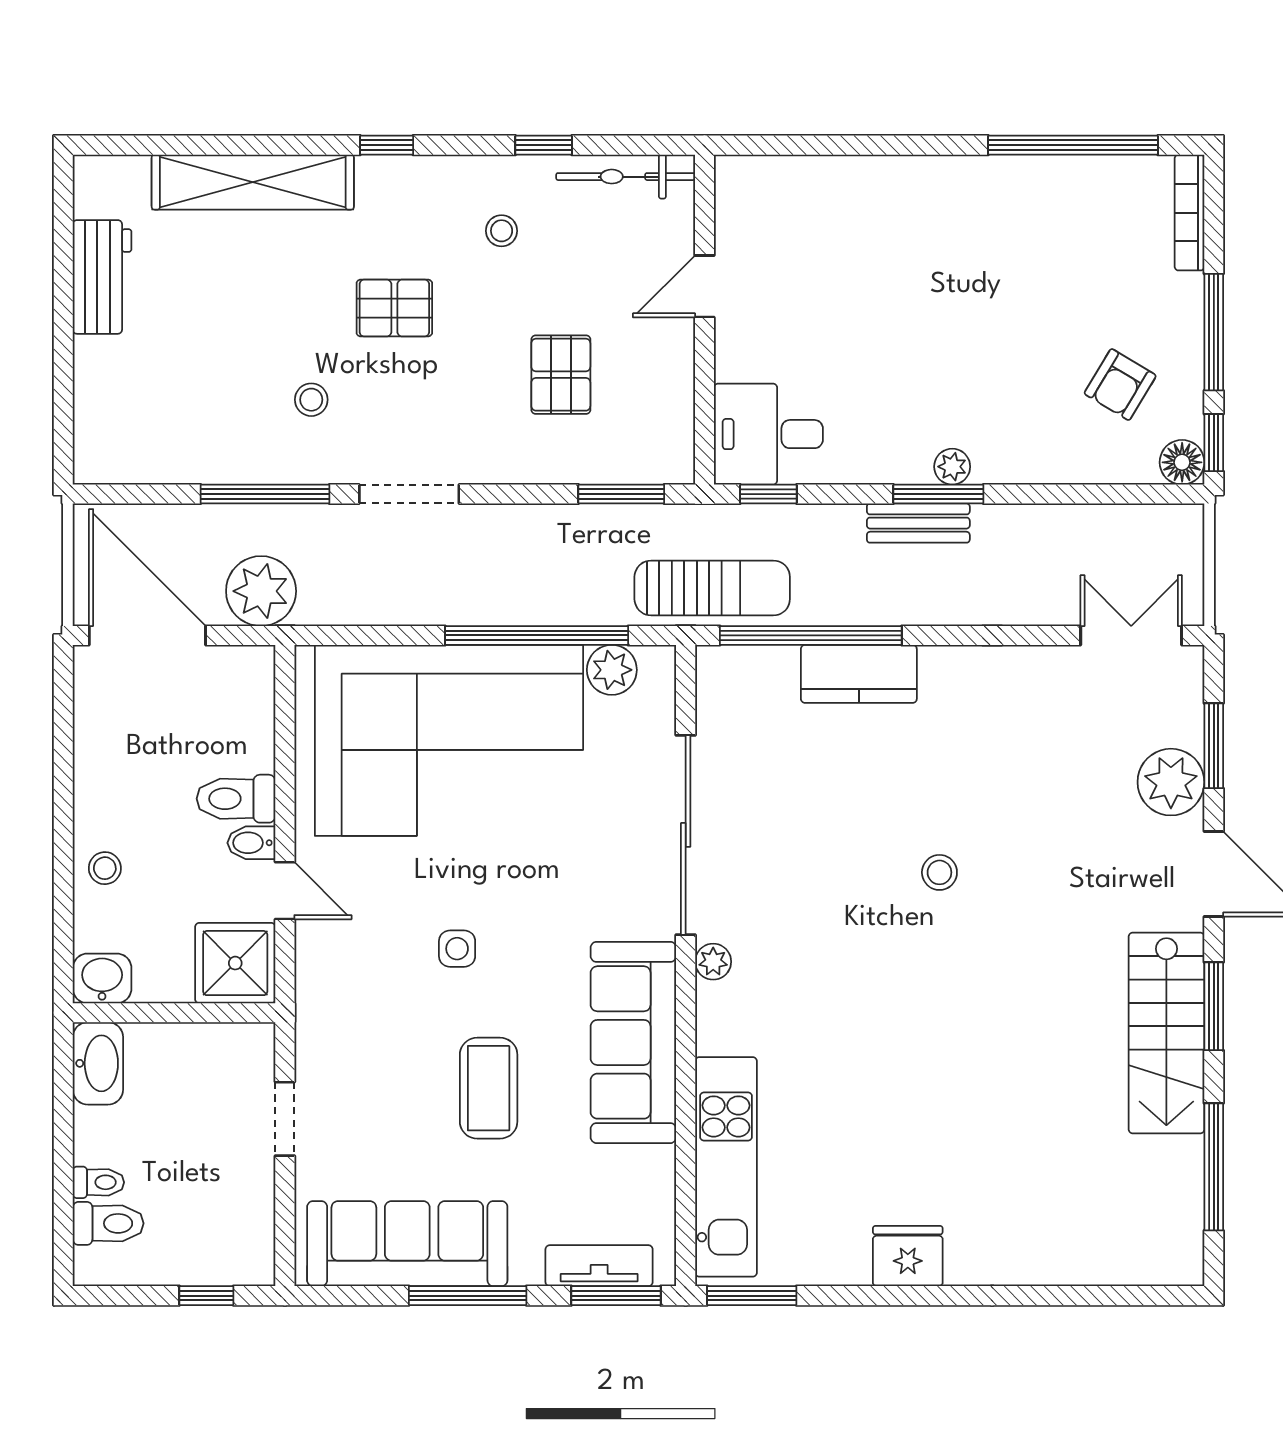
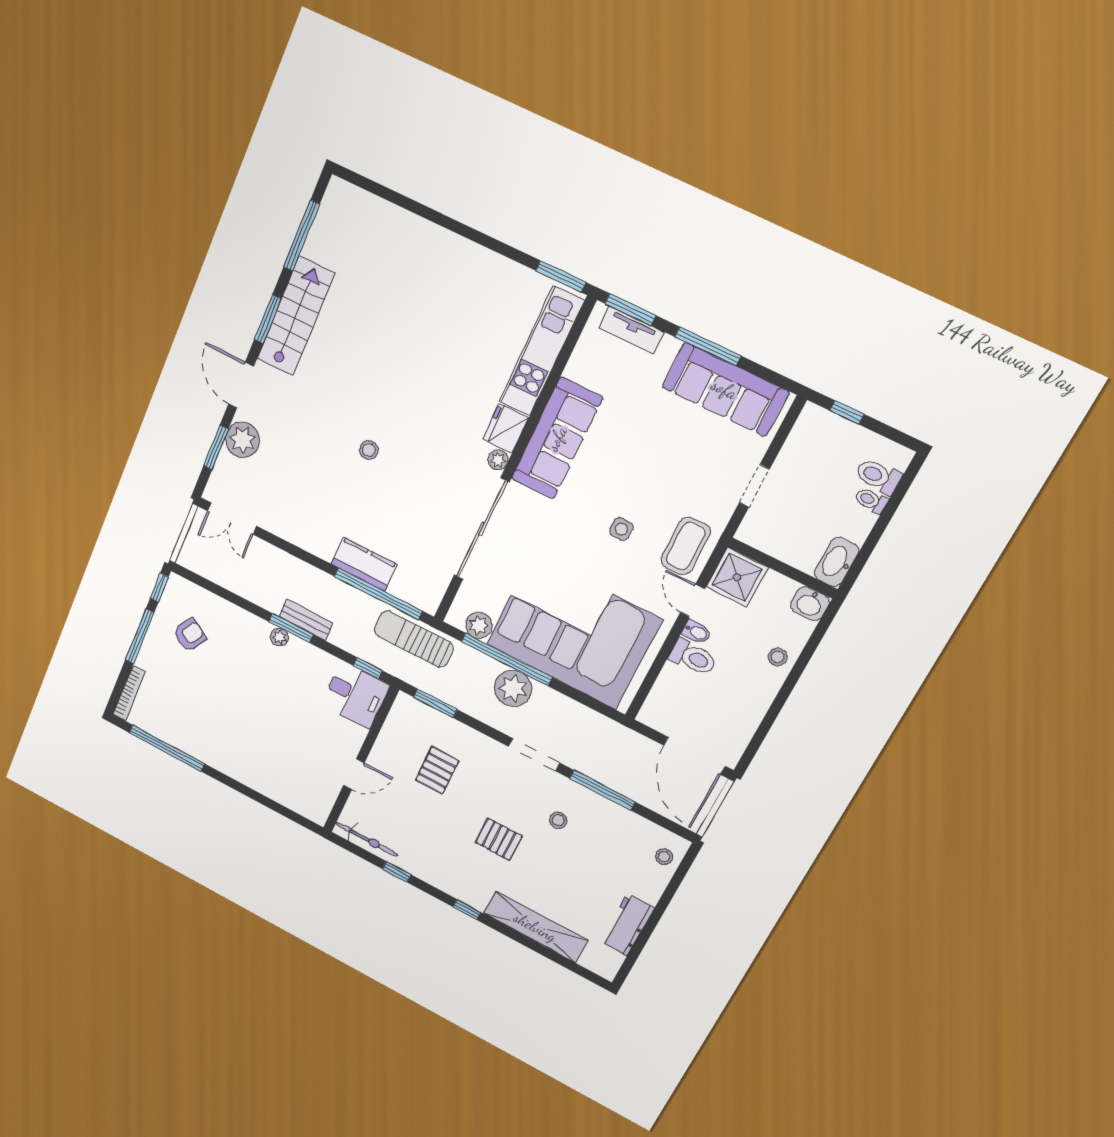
stool: (502, 231) -> (664, 857), moved
floor lamp: (1182, 462) -> (177, 586), removed
plant: (261, 591) -> (513, 688), moved
coffee table: (489, 1088) -> (686, 546), moved
fridge: (908, 1256) -> (506, 428), moved, turned 90

